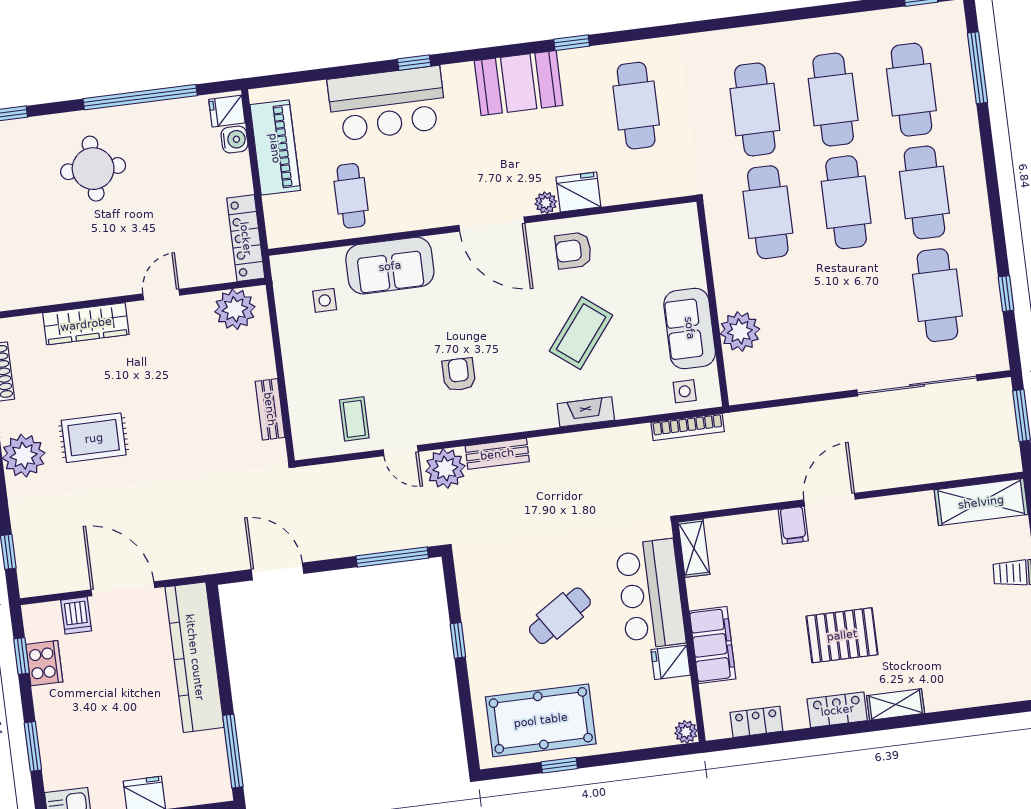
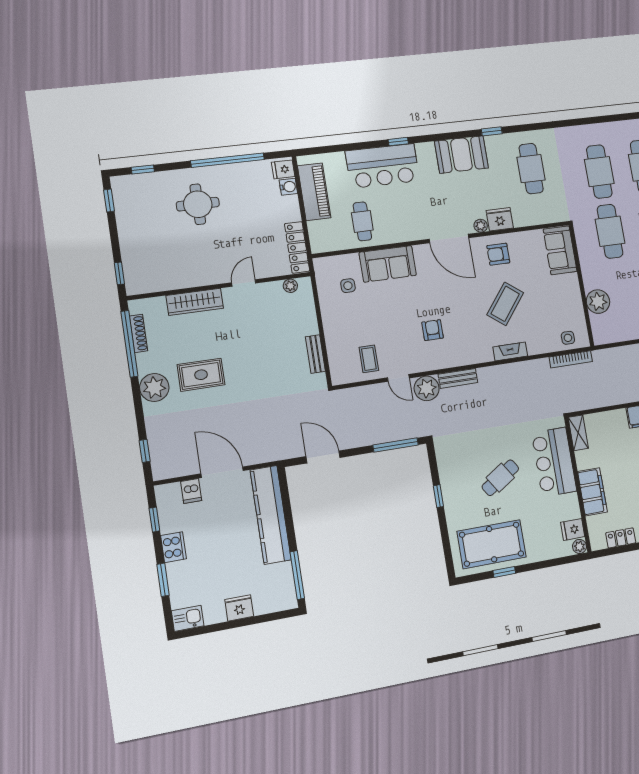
plant: (235, 309) -> (290, 286), width x0.53, depth x0.53
sofa: (690, 328) -> (560, 250), moved
fridge: (671, 662) -> (573, 529), moved
cooker: (44, 663) -> (174, 547), moved

